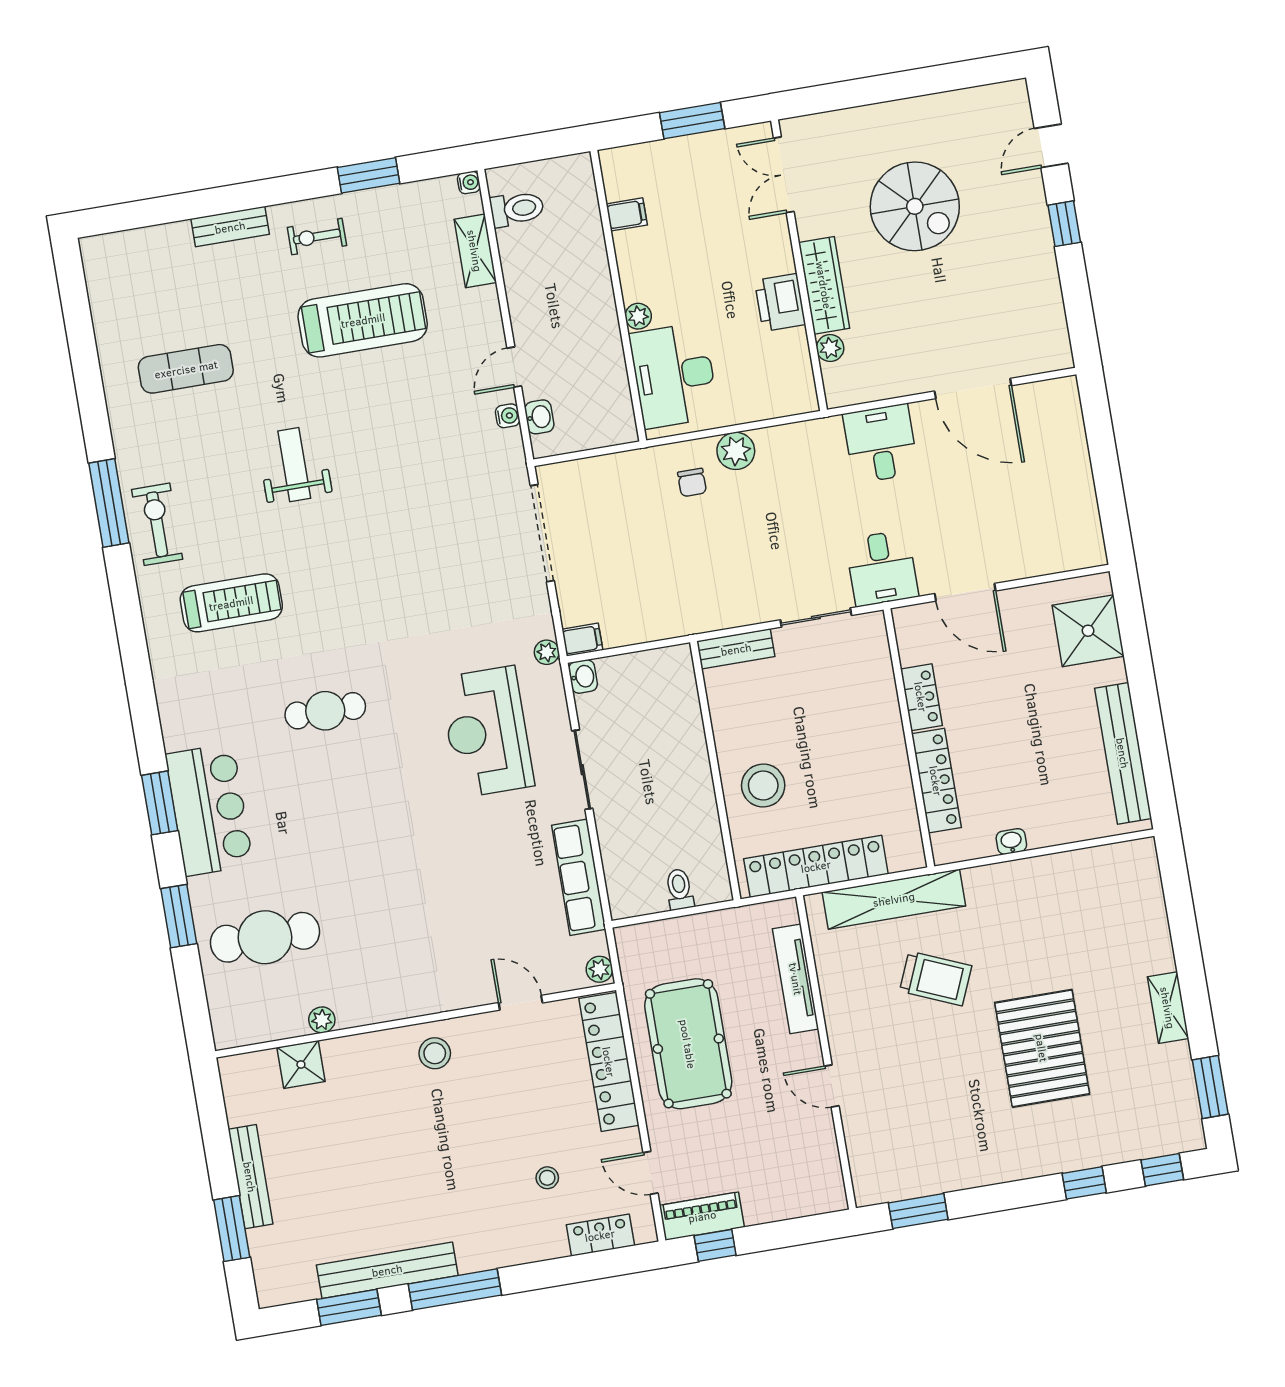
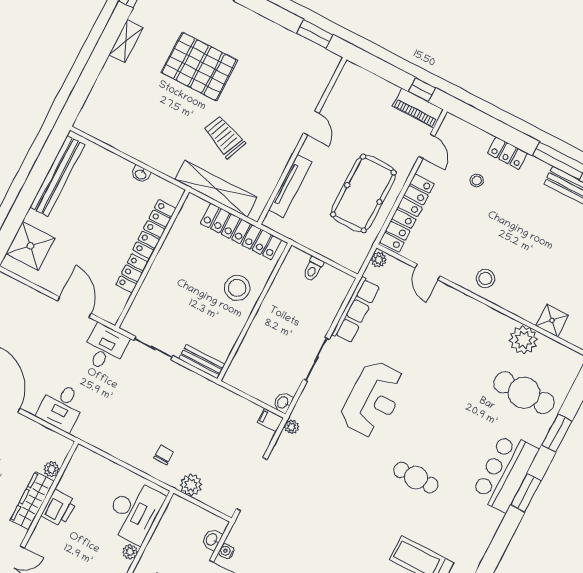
plant: (736, 451) -> (191, 485), moved
reception desk: (487, 732) -> (373, 399), moved
plant: (322, 1020) -> (523, 340), width x1.87, depth x1.87
pallet: (1042, 1048) -> (199, 66), turned 90
locker: (600, 1235) -> (507, 153), moved

